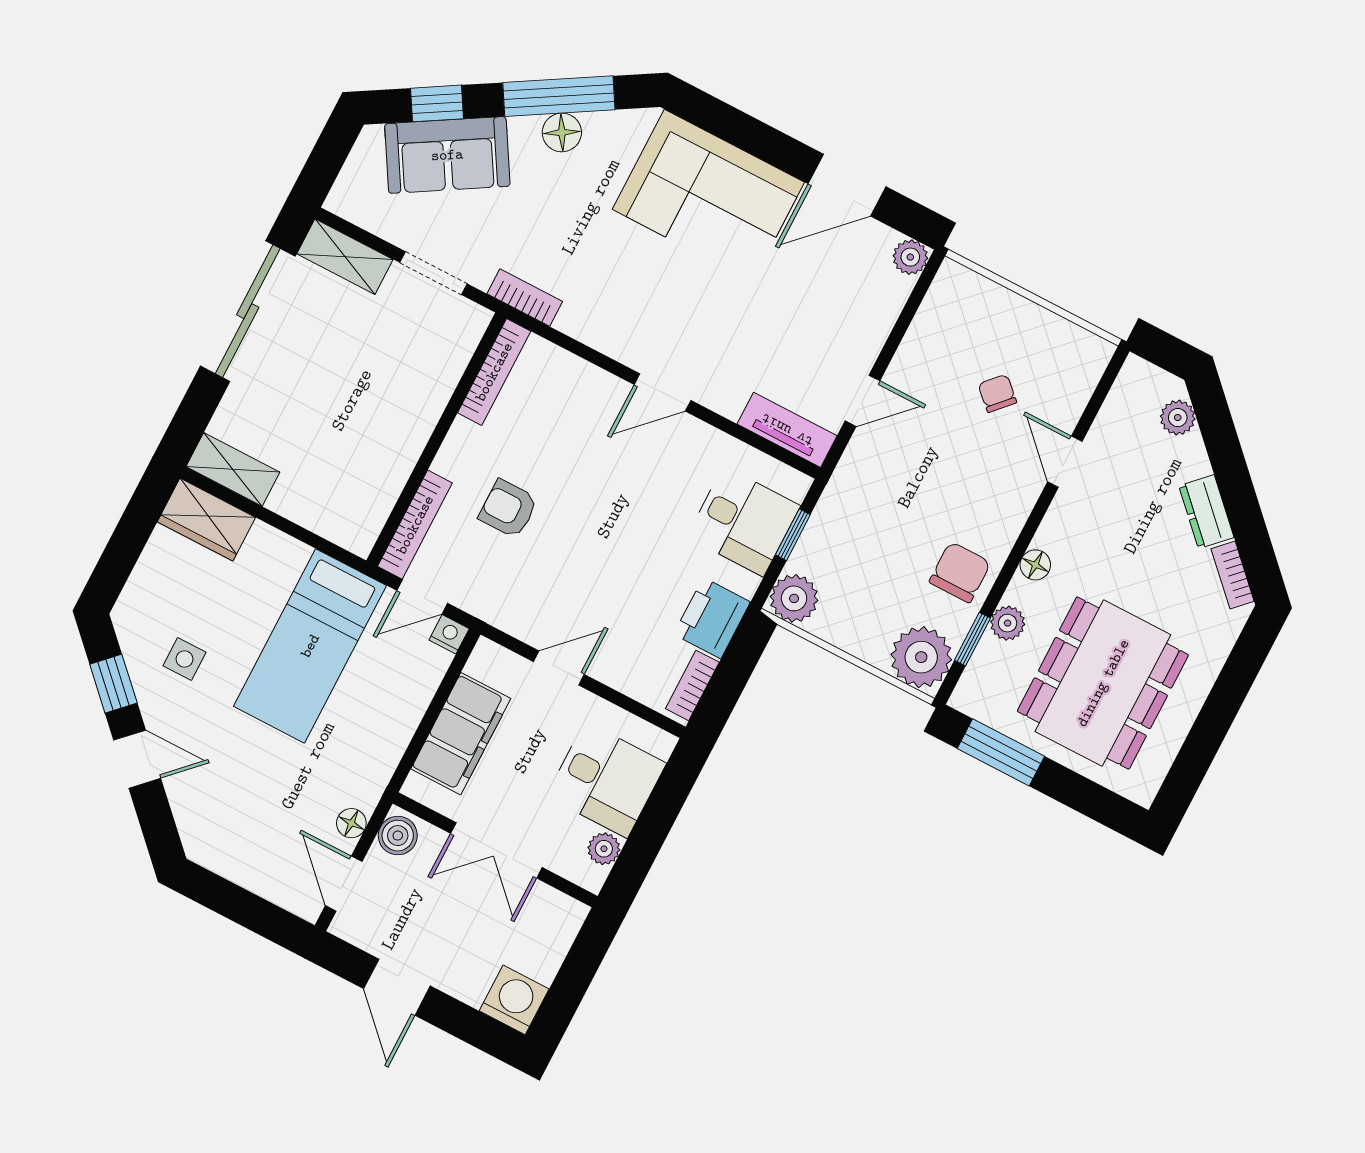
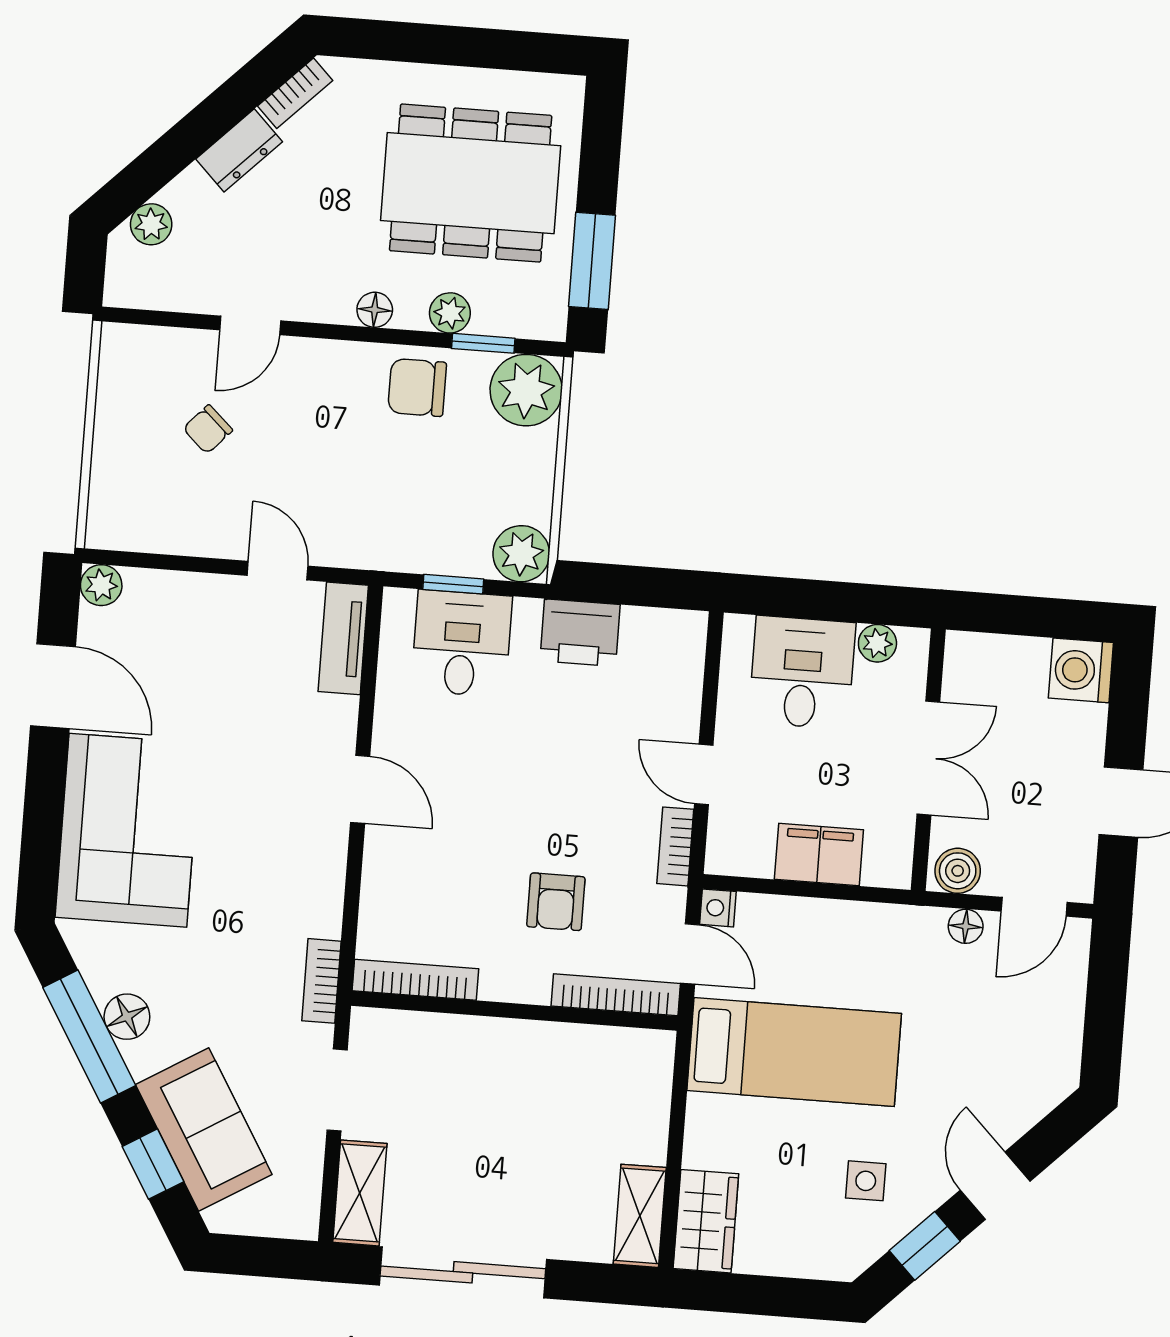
bookcase: (692, 685) -> (675, 846), moved, turned 90
filing cabinet: (461, 734) -> (819, 854), width x0.67, depth x0.86

